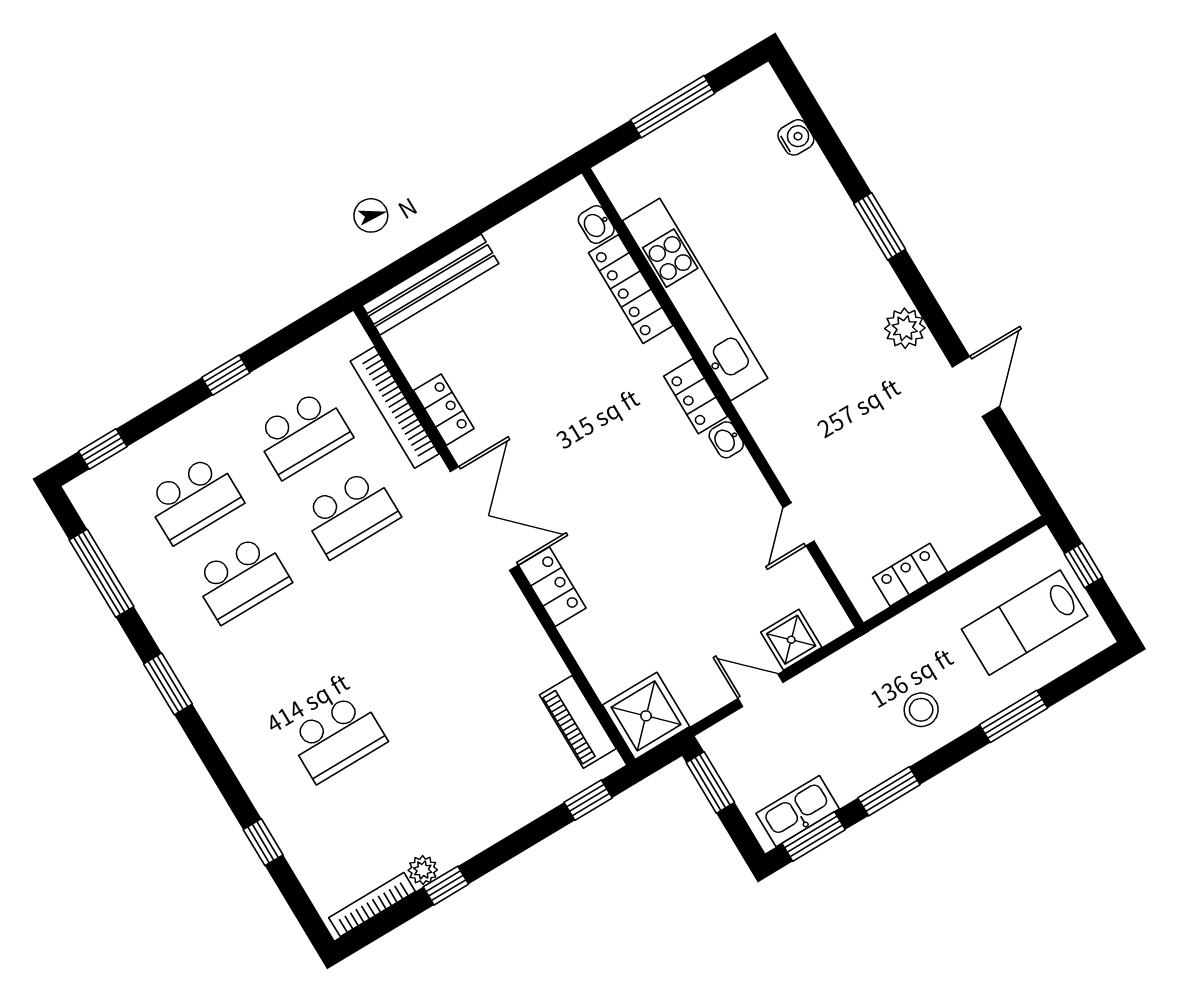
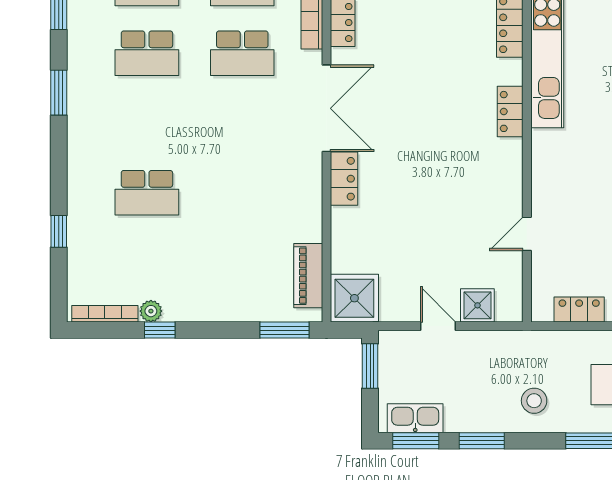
washbasin: (726, 440) -> (513, 151), removed
window: (588, 800) -> (285, 330), width x1.50

